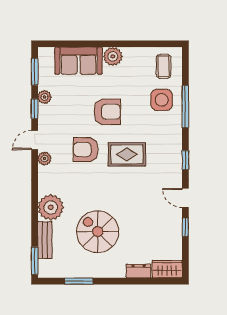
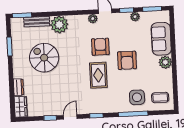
spiral stairs: (98, 232) -> (44, 58), turned -90

